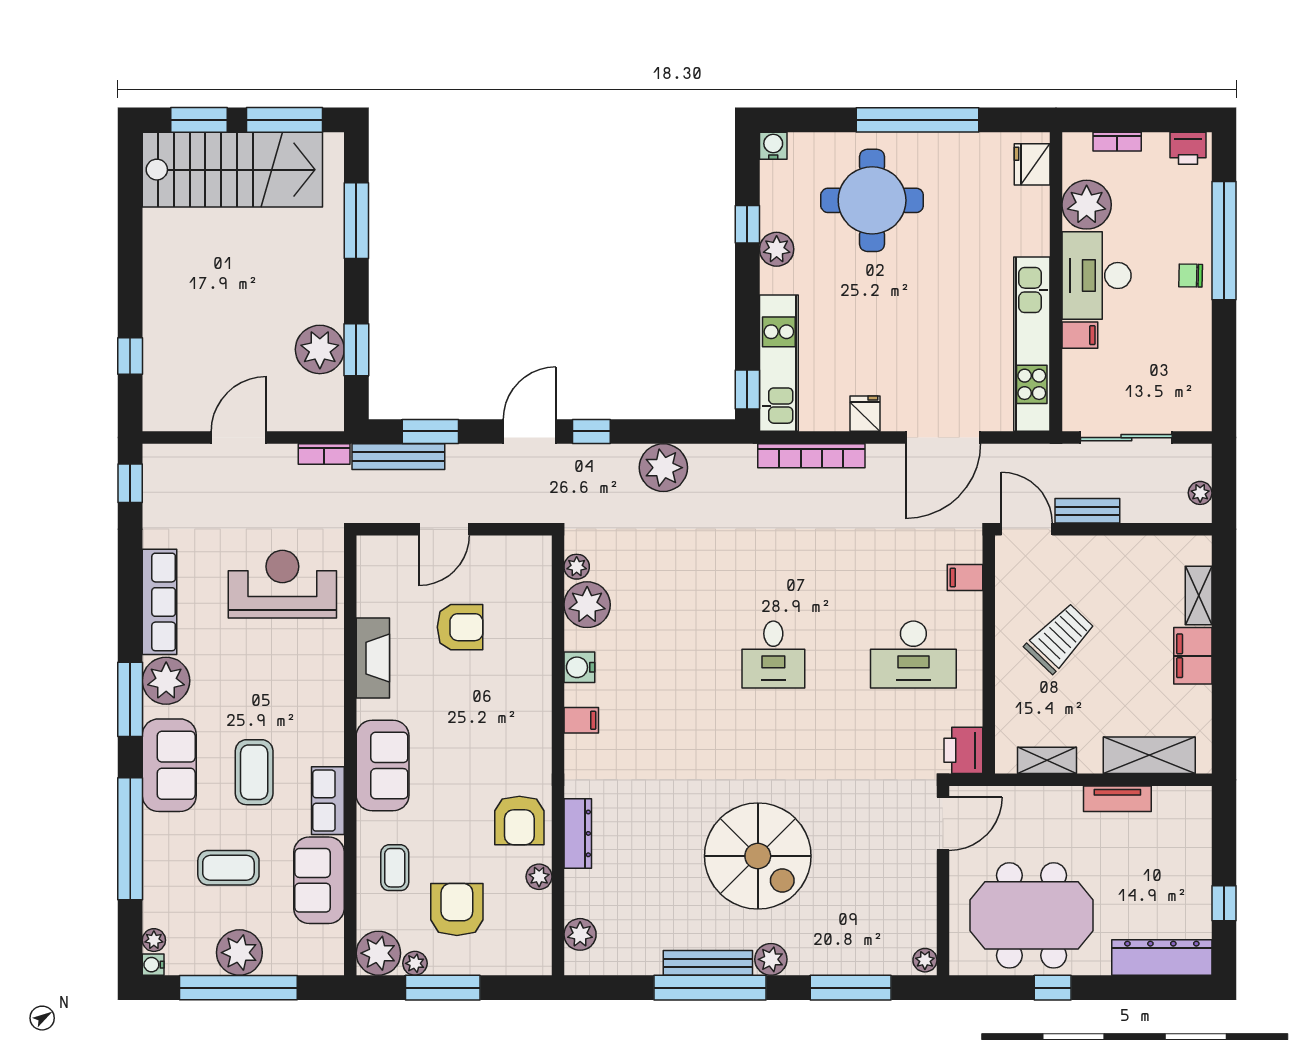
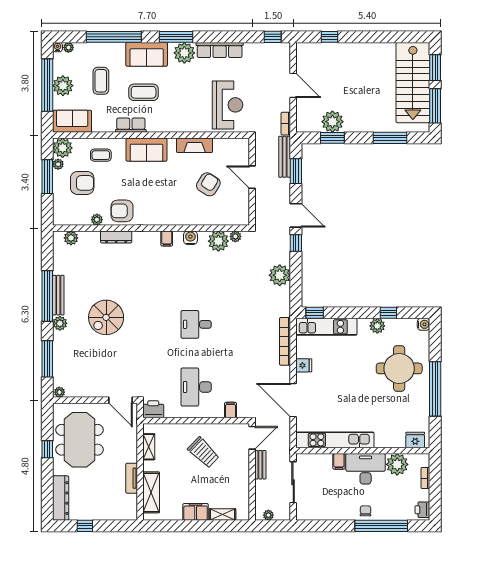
armchair: (460, 627) -> (208, 184), turned -148
spiral stairs: (758, 856) -> (106, 317), width x0.73, depth x0.73
sofa: (319, 880) -> (72, 121), moved

